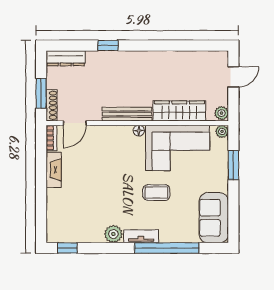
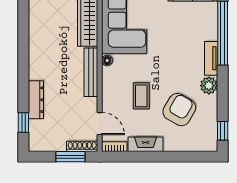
window: (108, 46) -> (23, 123), moved
dresser: (66, 58) -> (36, 100), moved
coffee table: (156, 193) -> (141, 96), moved
armchair: (89, 204) -> (179, 110), added

